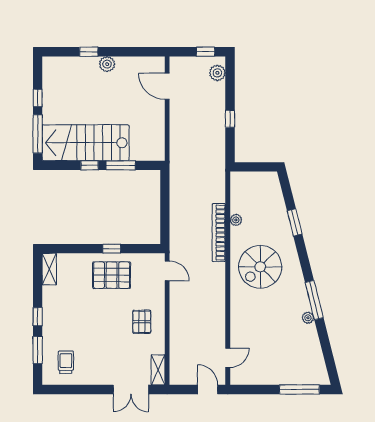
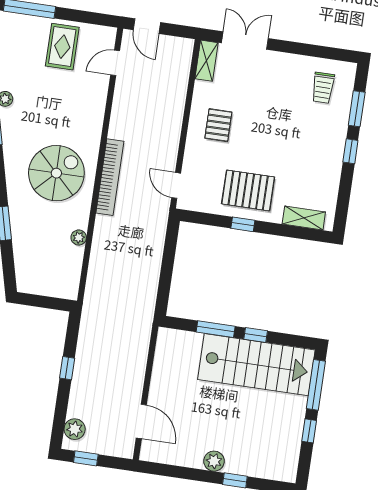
bookcase: (219, 233) -> (110, 177), moved
shelving: (49, 269) -> (304, 218), moved, turned 90
rug: (270, 364) -> (62, 47), added

